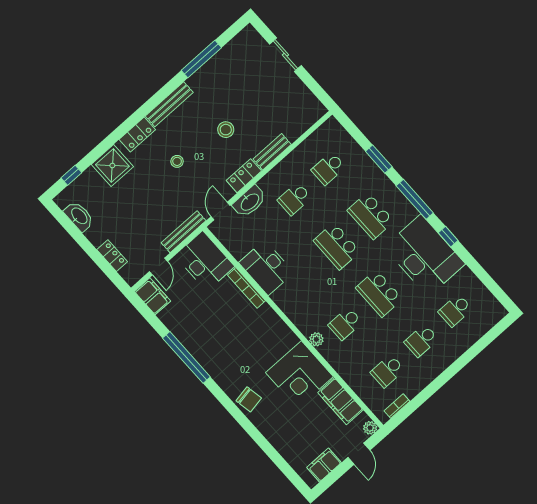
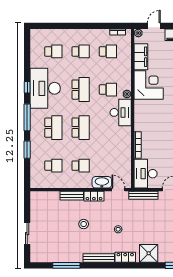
door: (221, 211) -> (118, 190), swing flipped
desk: (266, 268) -> (121, 112), moved

